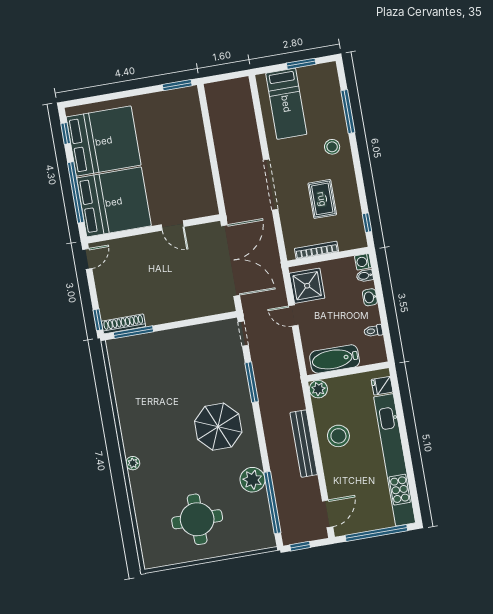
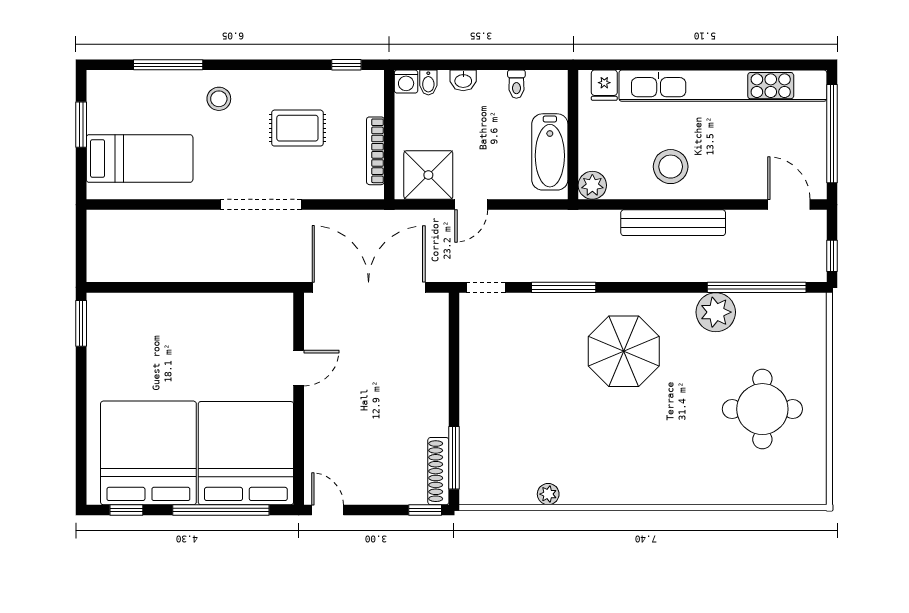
plant: (133, 463) -> (548, 494), moved

